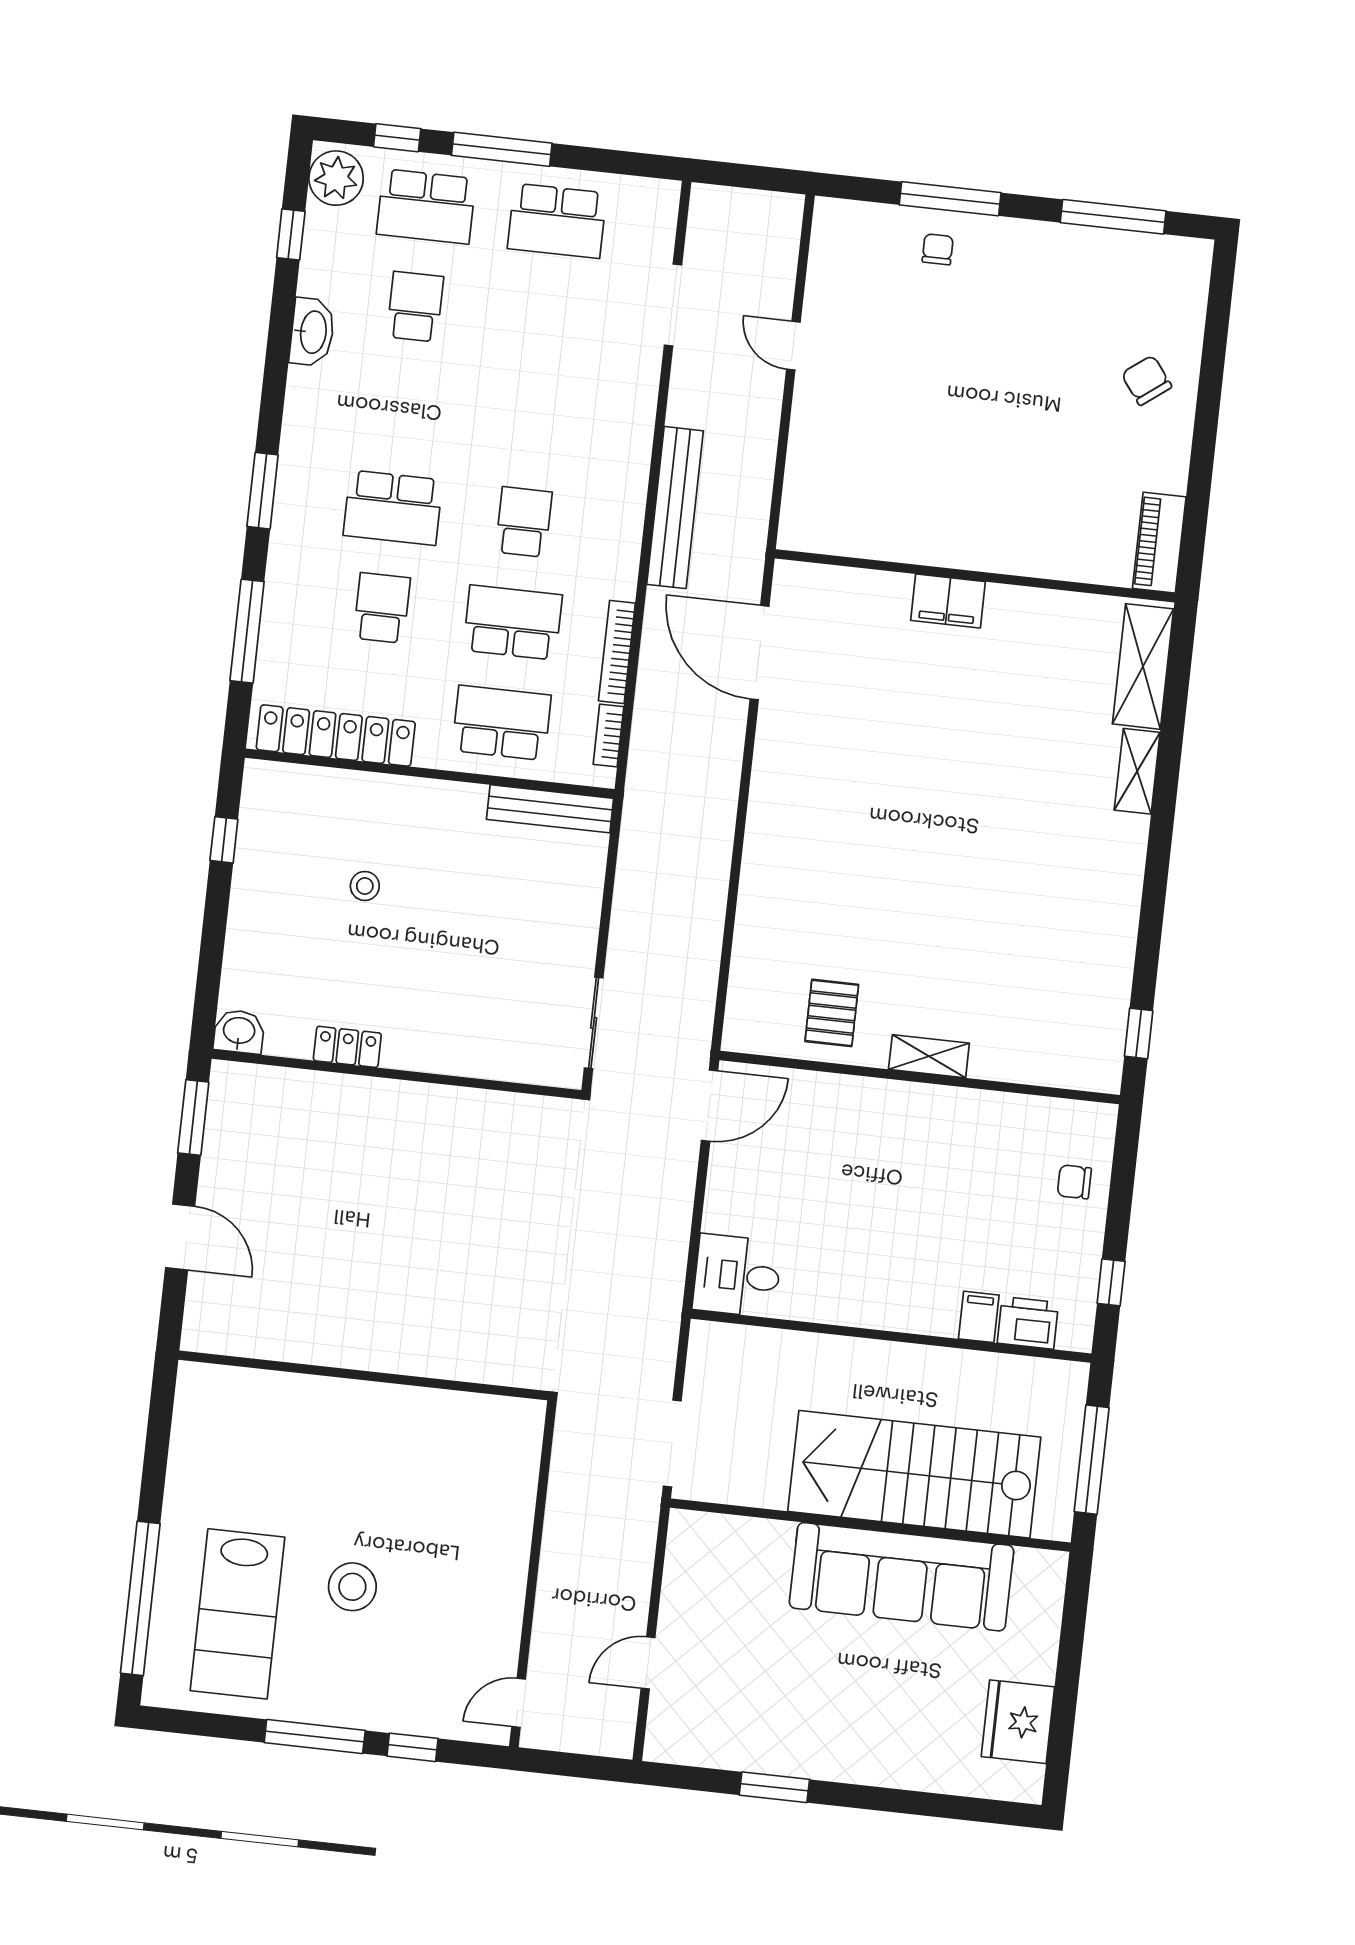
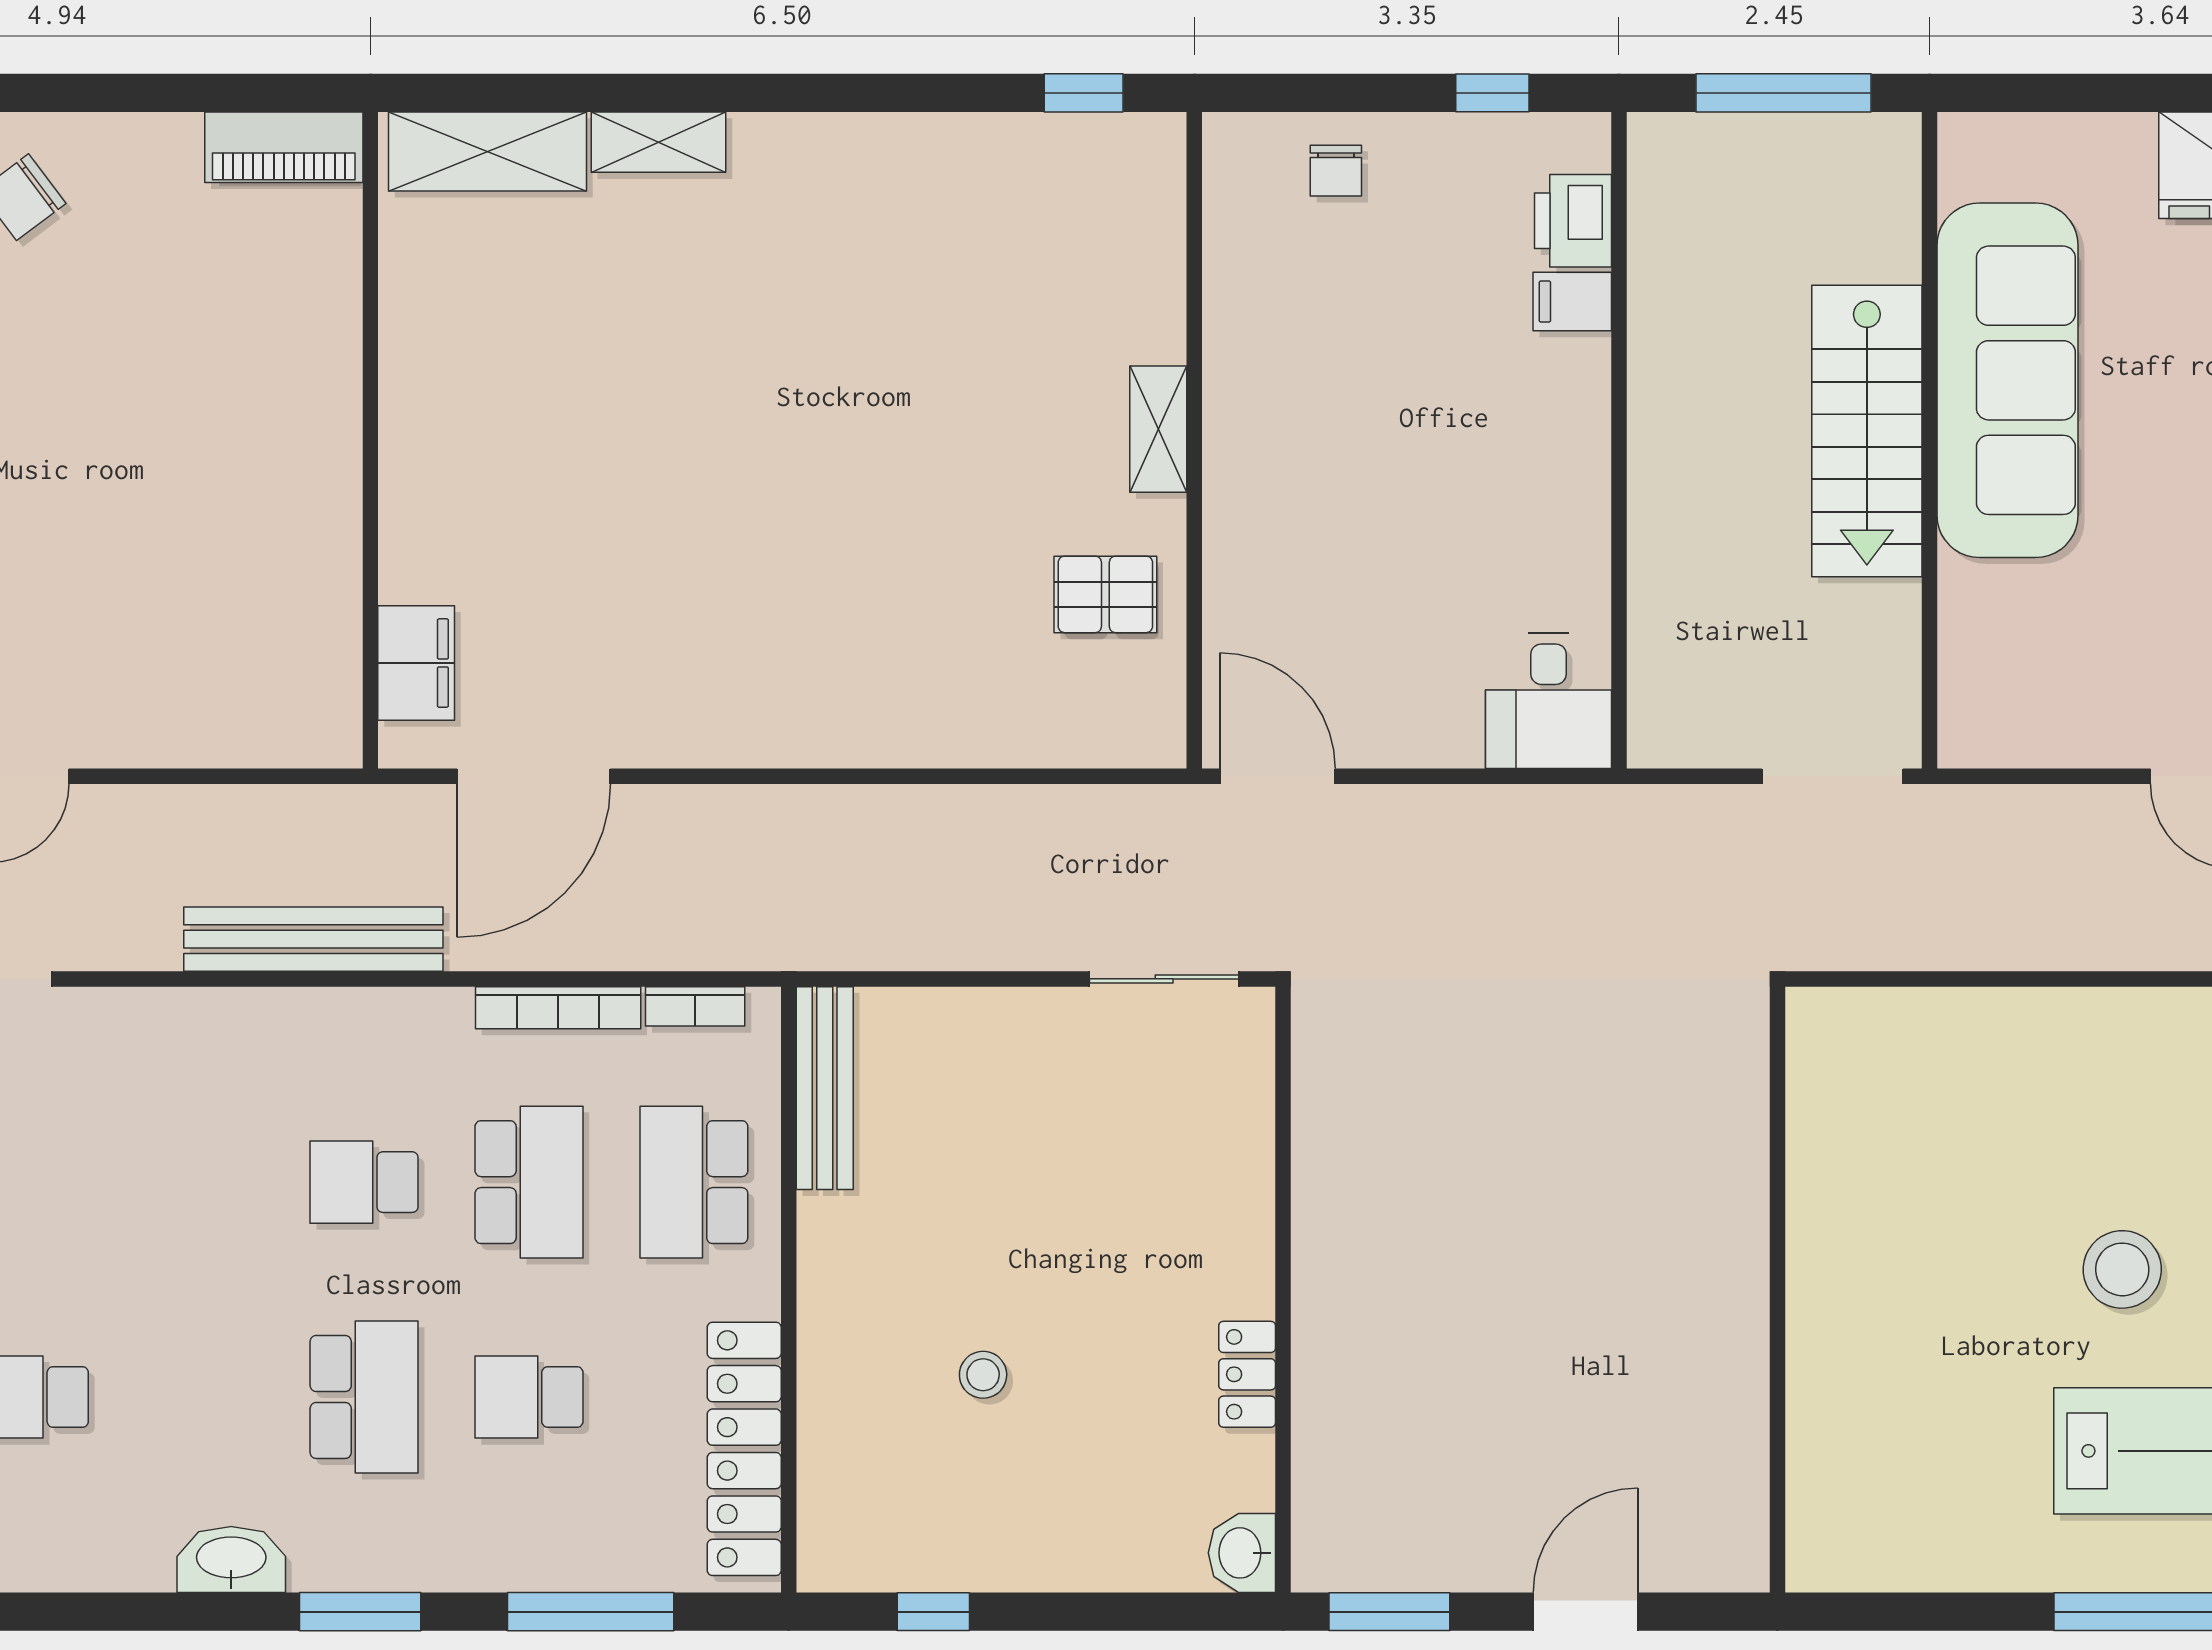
washbasin: (312, 332) -> (231, 1559), moved
filing cabinet: (948, 601) -> (416, 663), moved
school desk: (513, 622) -> (529, 1182), turned 180
stairs: (914, 1474) -> (1867, 431), width x0.73, depth x0.66

